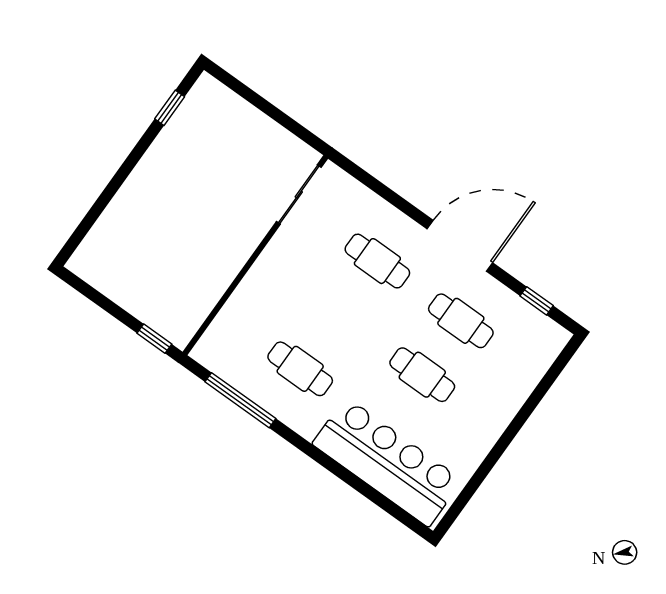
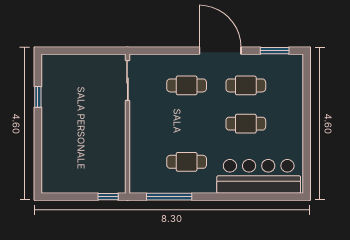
window: (170, 108) -> (38, 97), moved
door: (460, 246) -> (220, 51), hinge flipped
window: (537, 301) -> (275, 51), width x1.50

